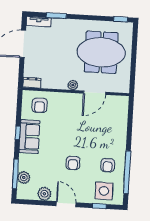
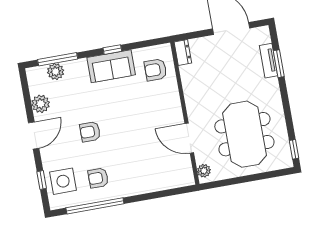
tv unit: (39, 22) -> (268, 61), moved
plant: (73, 85) -> (204, 171), moved

